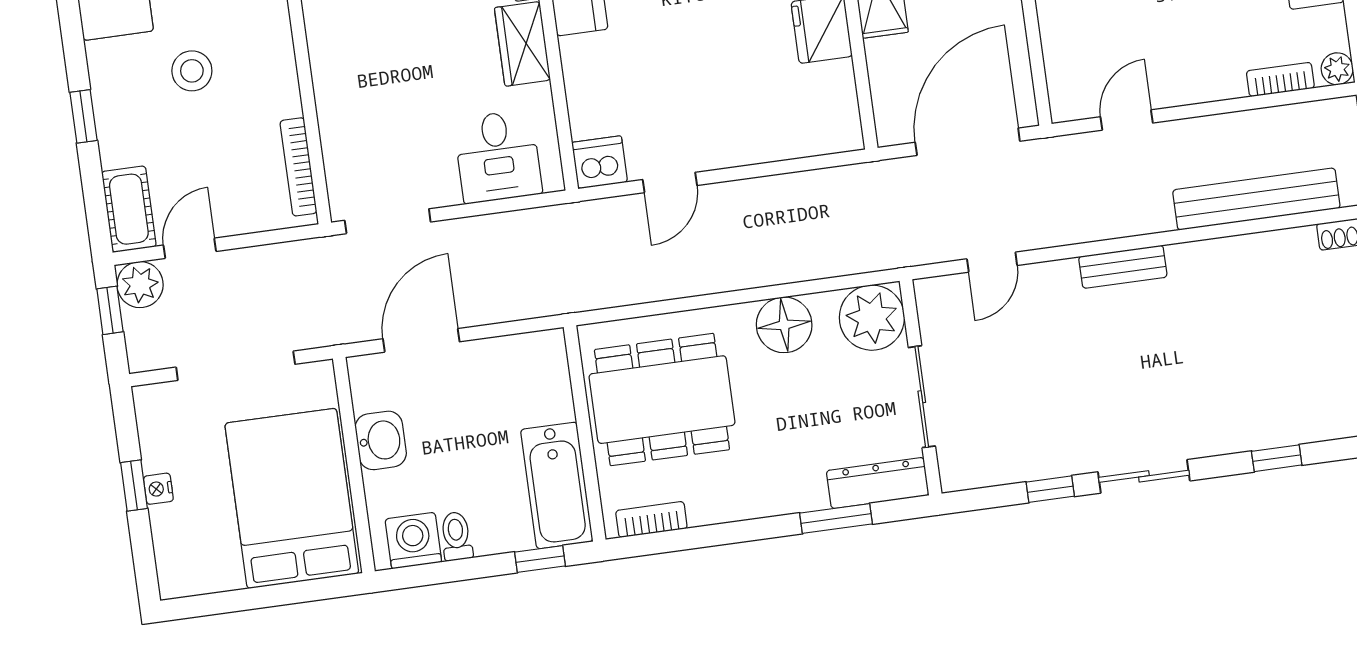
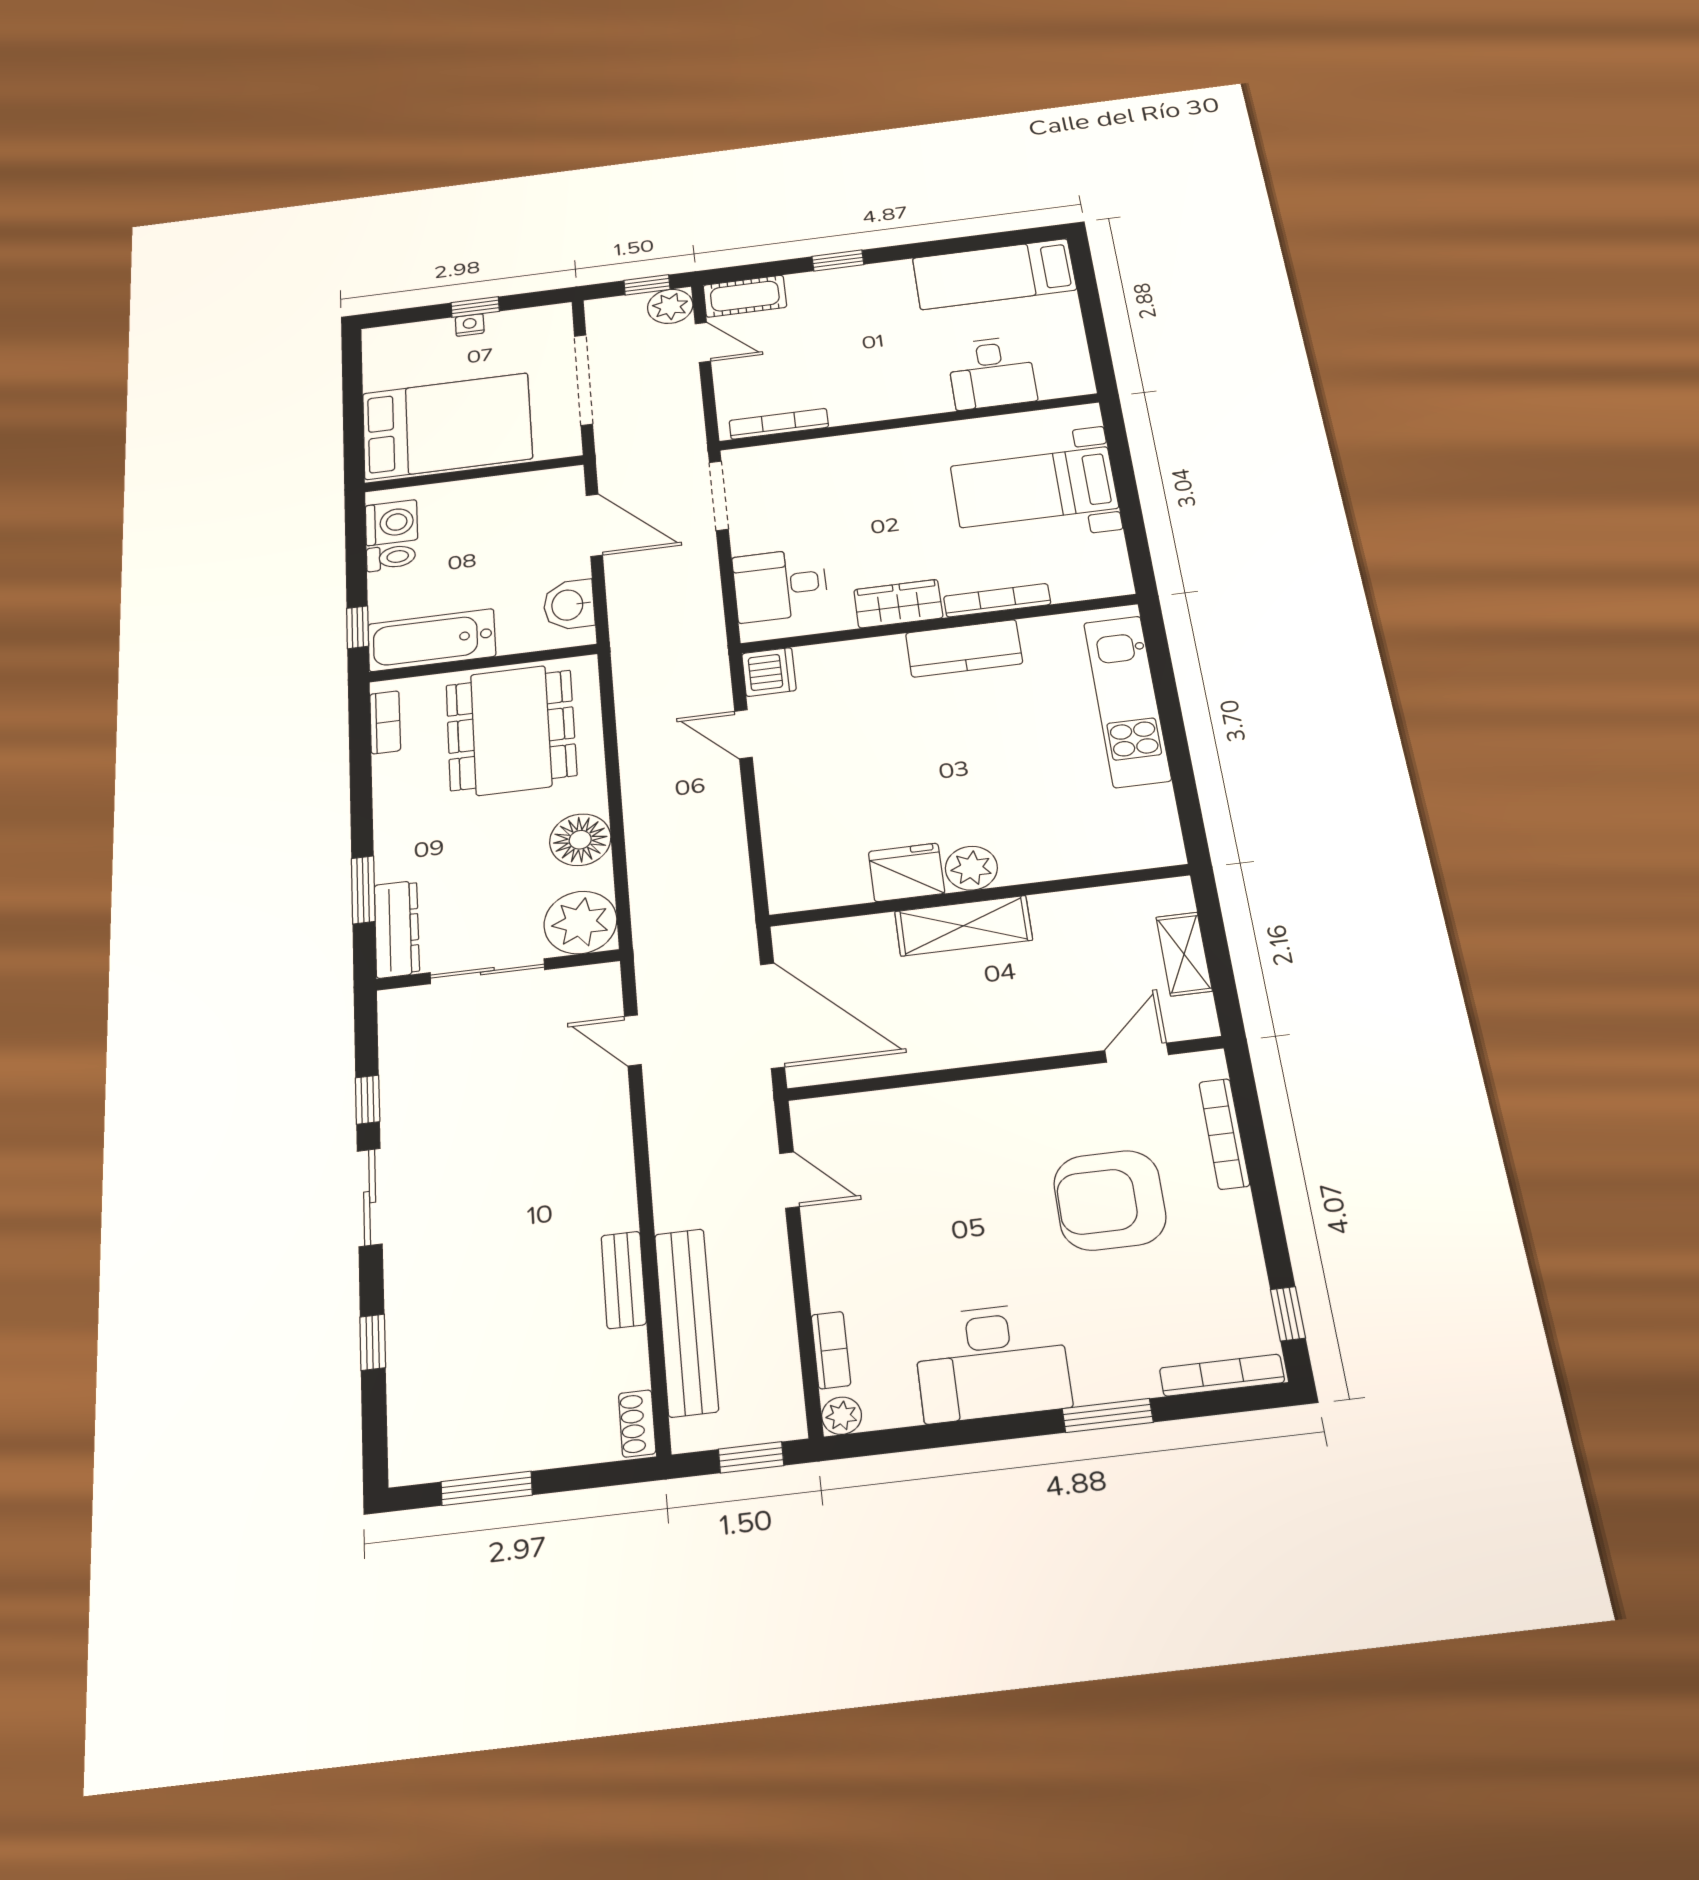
stool: (192, 71) -> (880, 340), removed
bench: (1123, 267) -> (624, 1280), moved
washbasin: (381, 440) -> (569, 605), moved, turned 90

